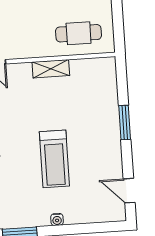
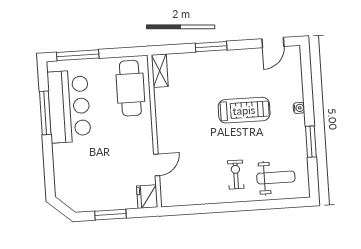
cafe table: (79, 33) -> (130, 88), width x1.37, depth x1.35
shelving: (51, 69) -> (160, 71), moved

